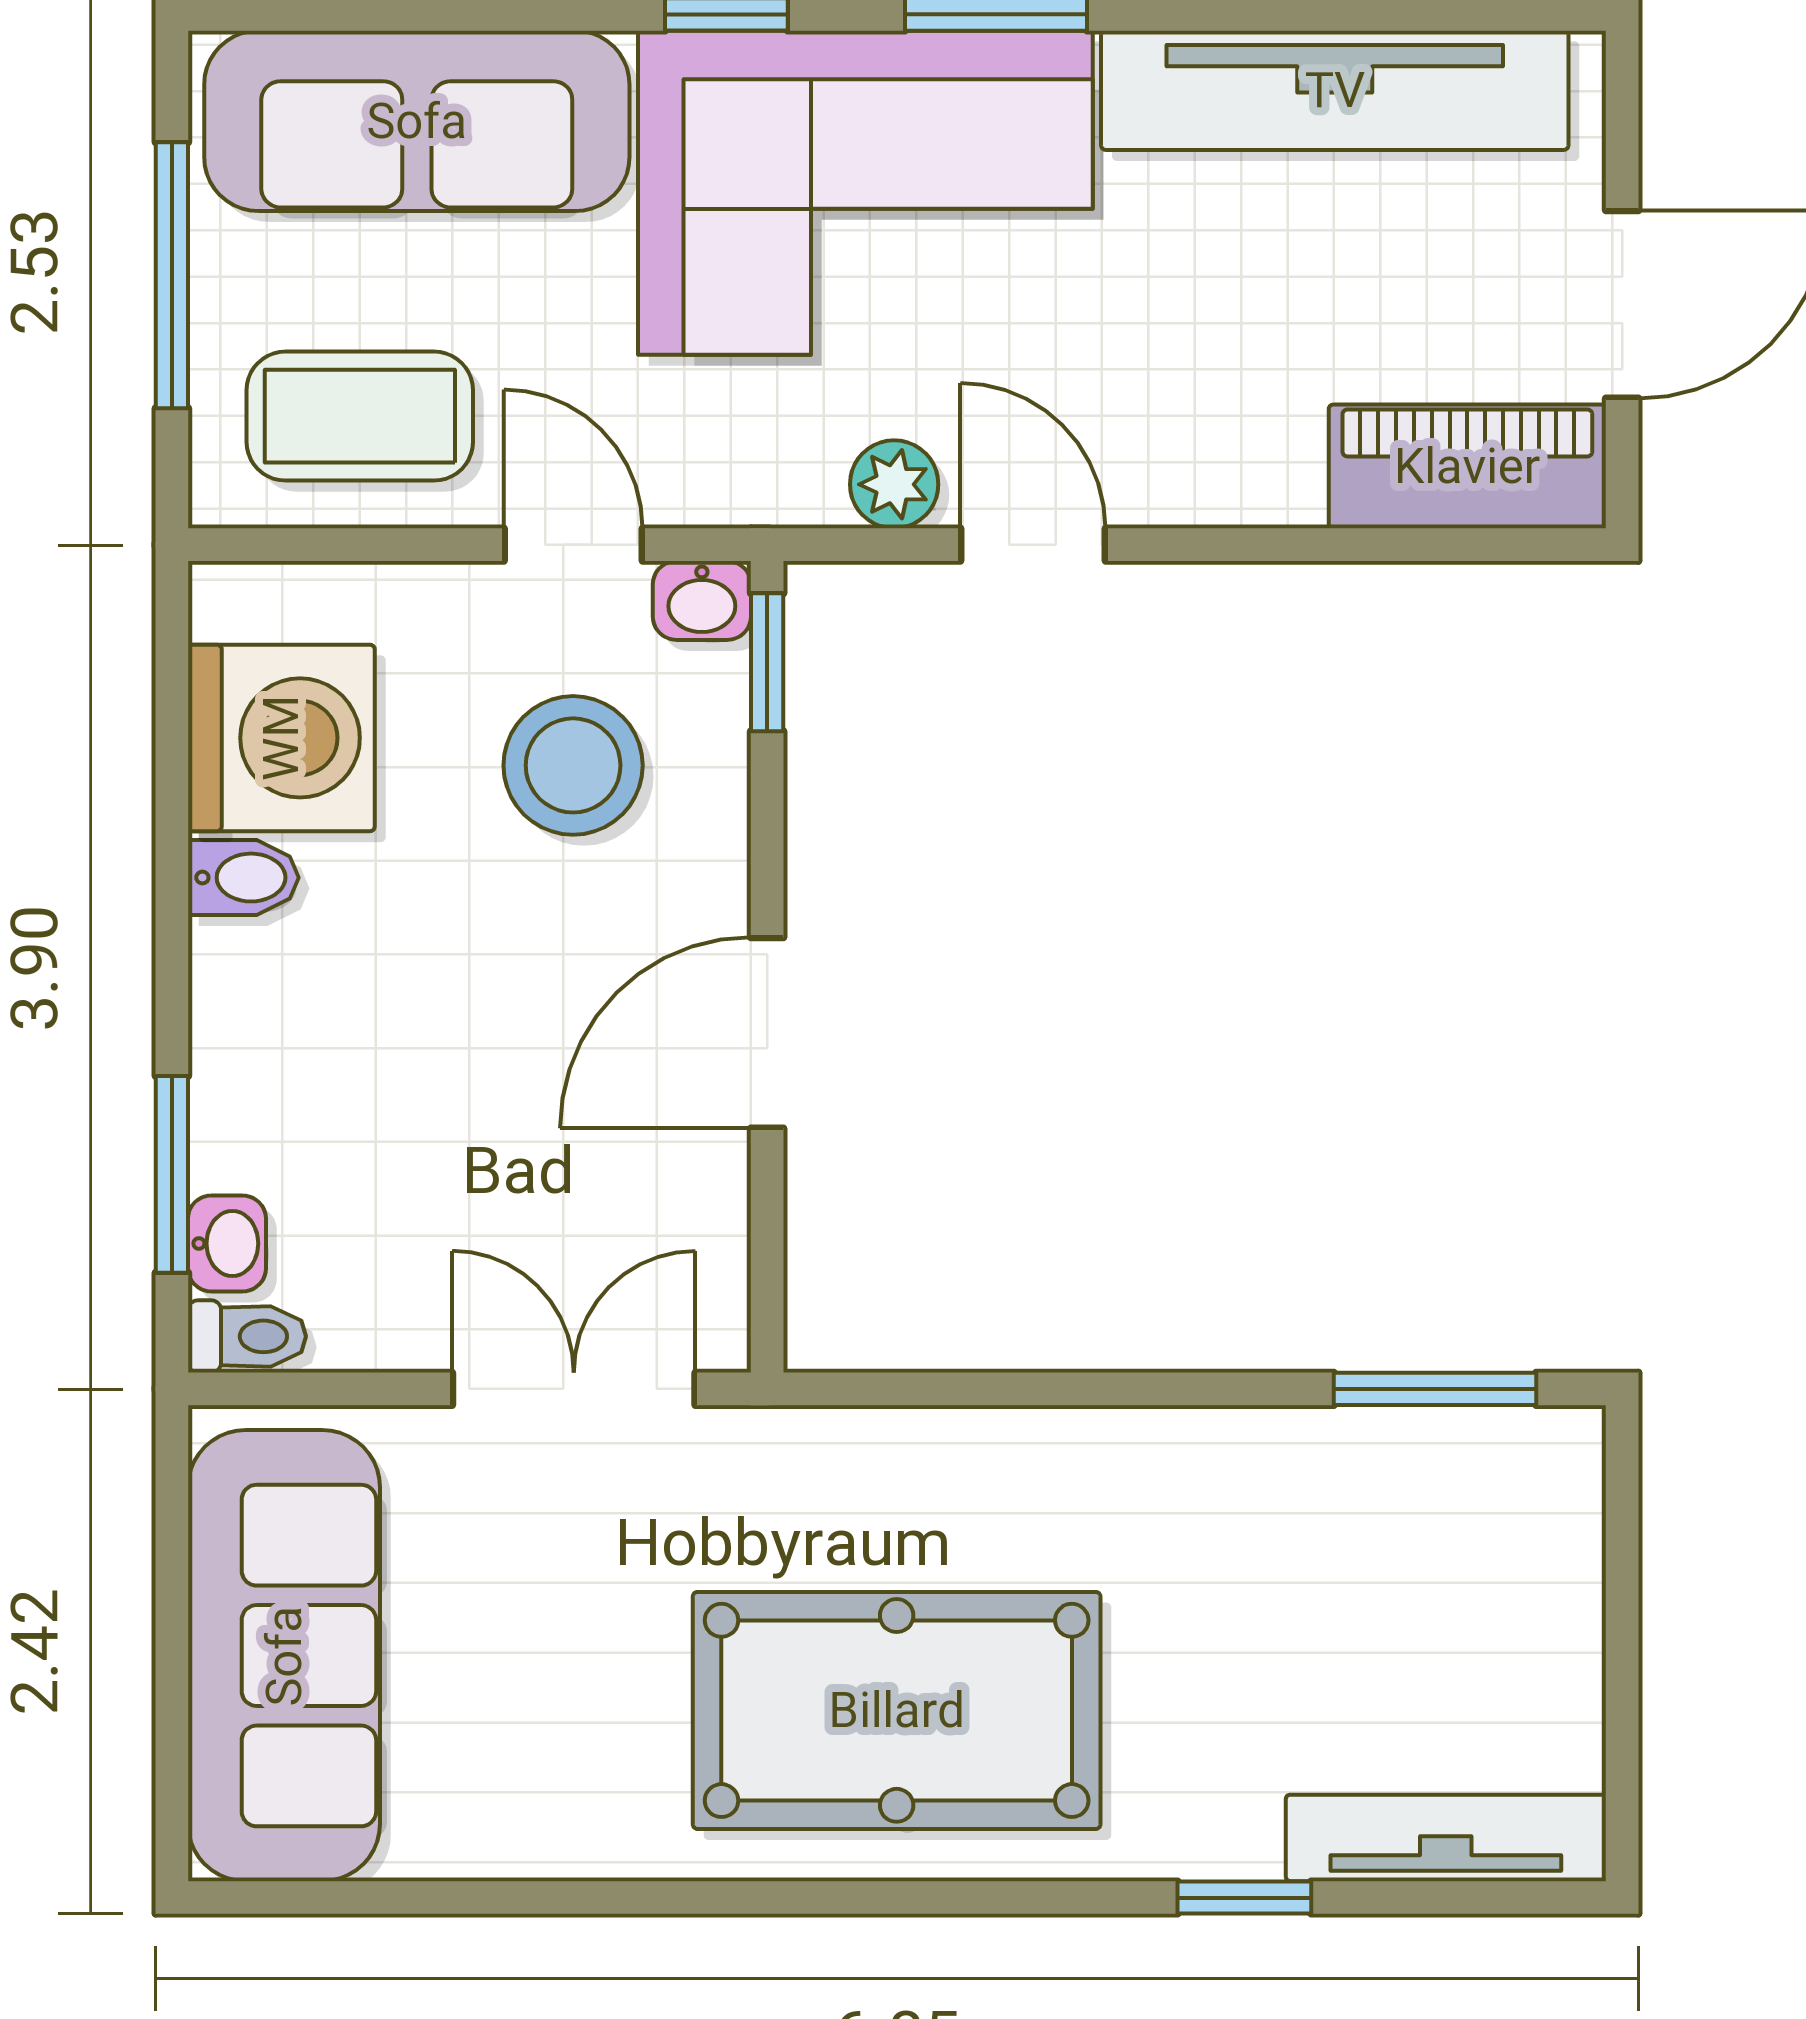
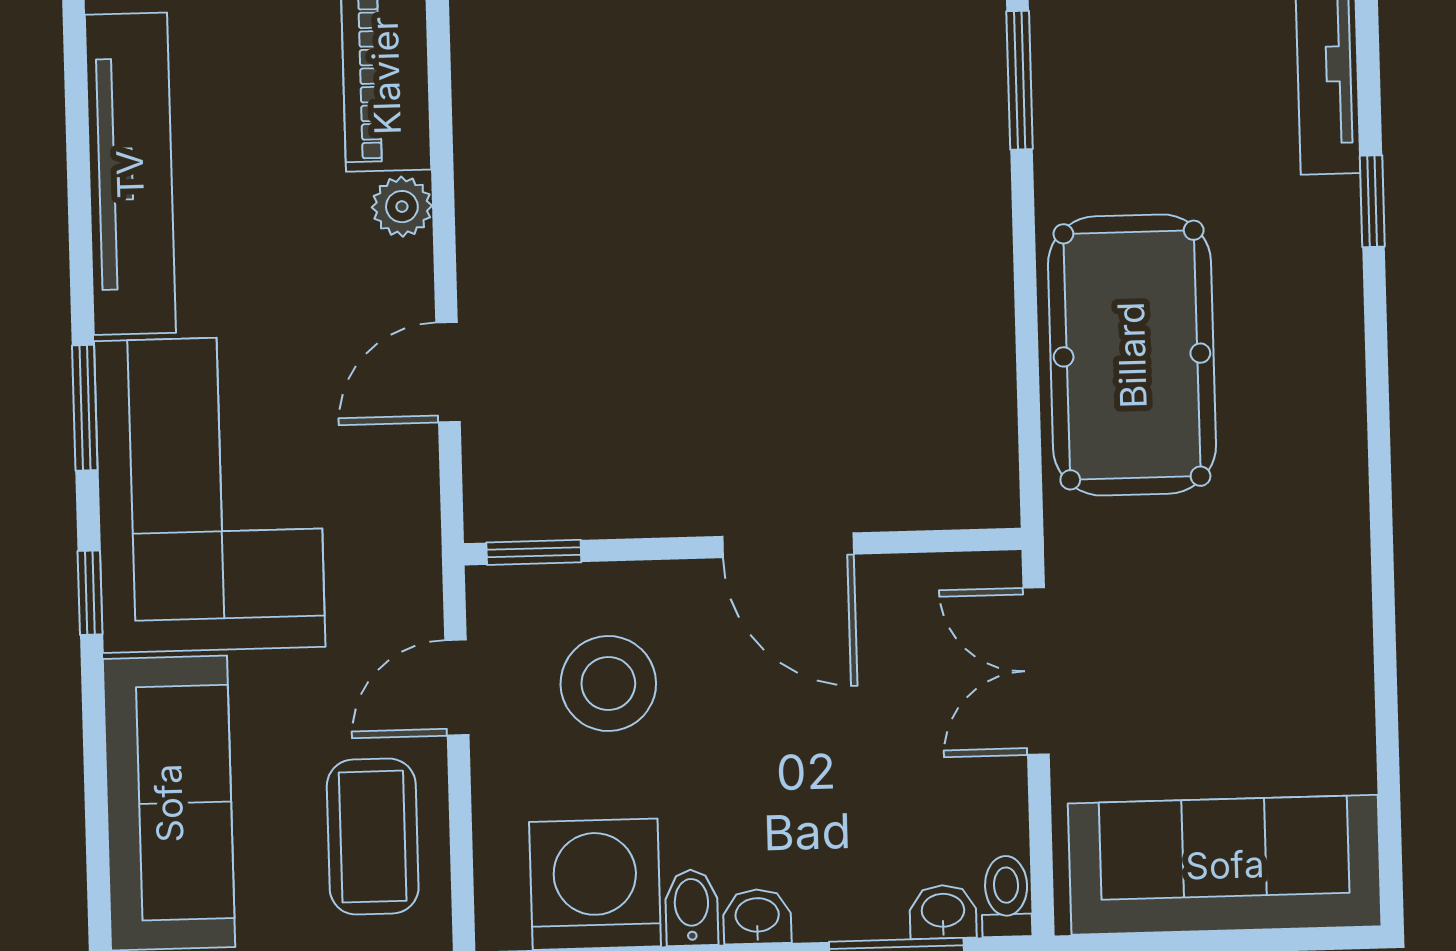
plant: (894, 484) -> (402, 207), moved
washbasin: (702, 600) -> (757, 917), moved, turned -90
pool table: (897, 1710) -> (1132, 355), moved

